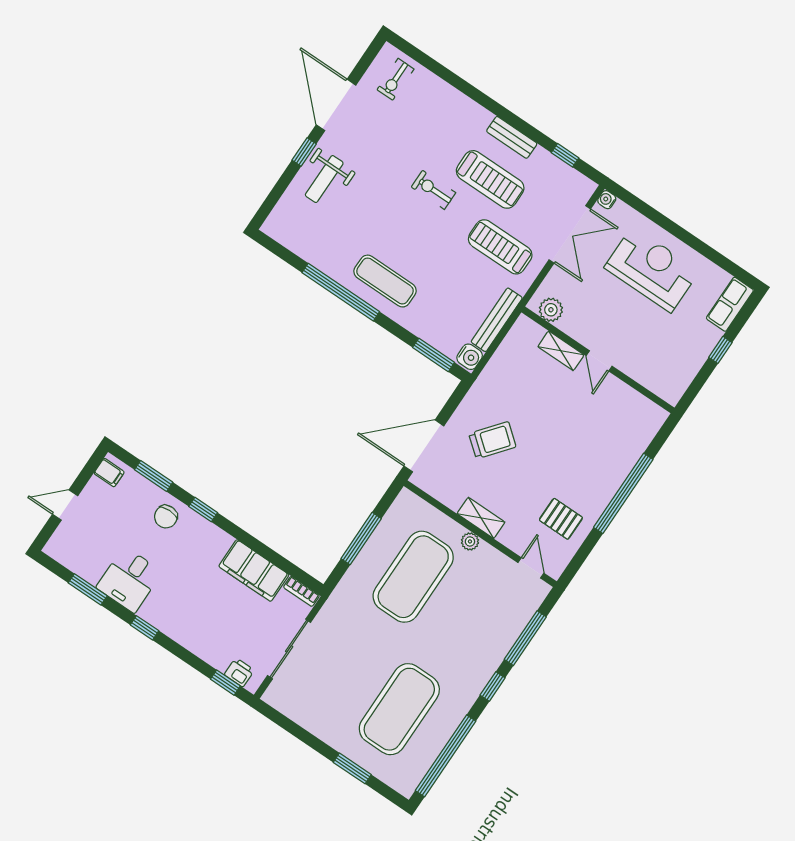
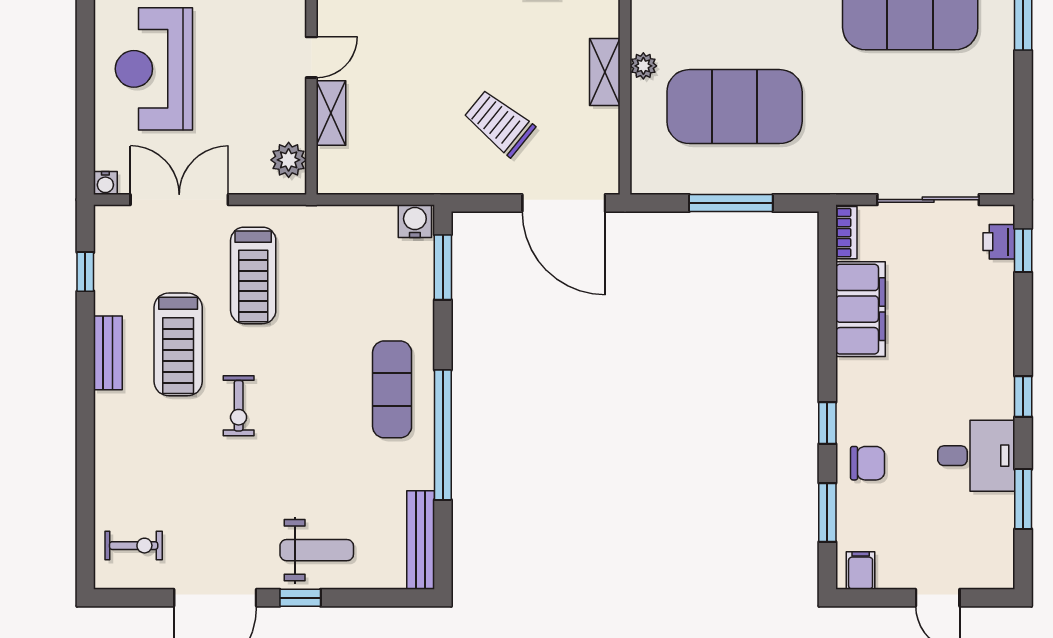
treadmill: (490, 179) -> (178, 344), turned 180
bench: (497, 320) -> (421, 540), moved, turned 90

